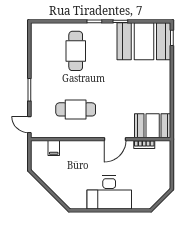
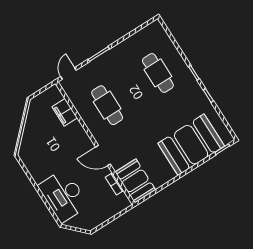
booth: (144, 41) -> (191, 145), moved, turned 90
cafe table: (76, 51) -> (158, 73), turned 90
filing cabinet: (54, 148) -> (65, 112), width x2.00
desk: (109, 193) -> (63, 196), moved

